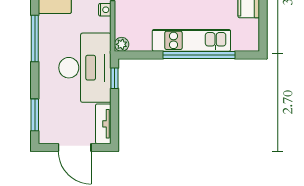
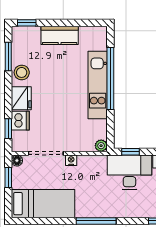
desk: (85, 68) -> (129, 172), width x0.73, depth x0.77

